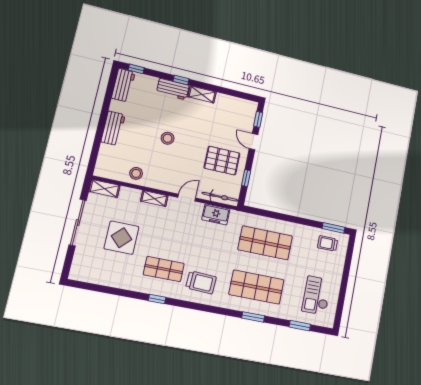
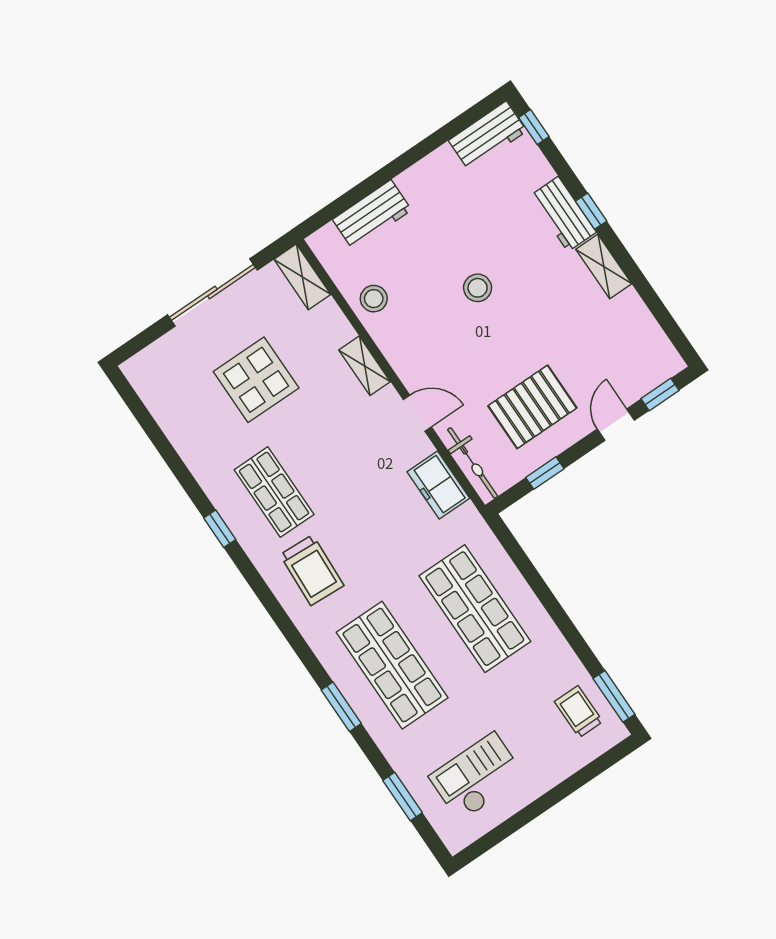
workbench: (113, 128) -> (372, 215), moved
pallet: (222, 161) -> (532, 407), turned 90

